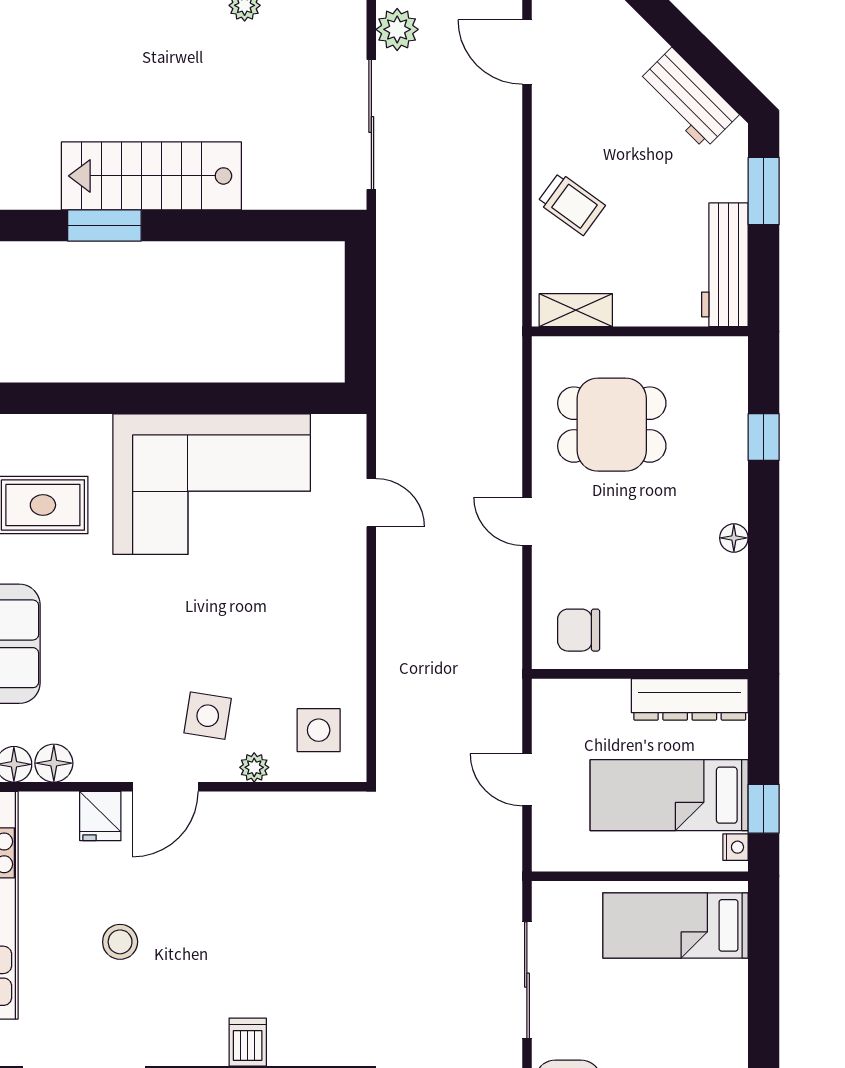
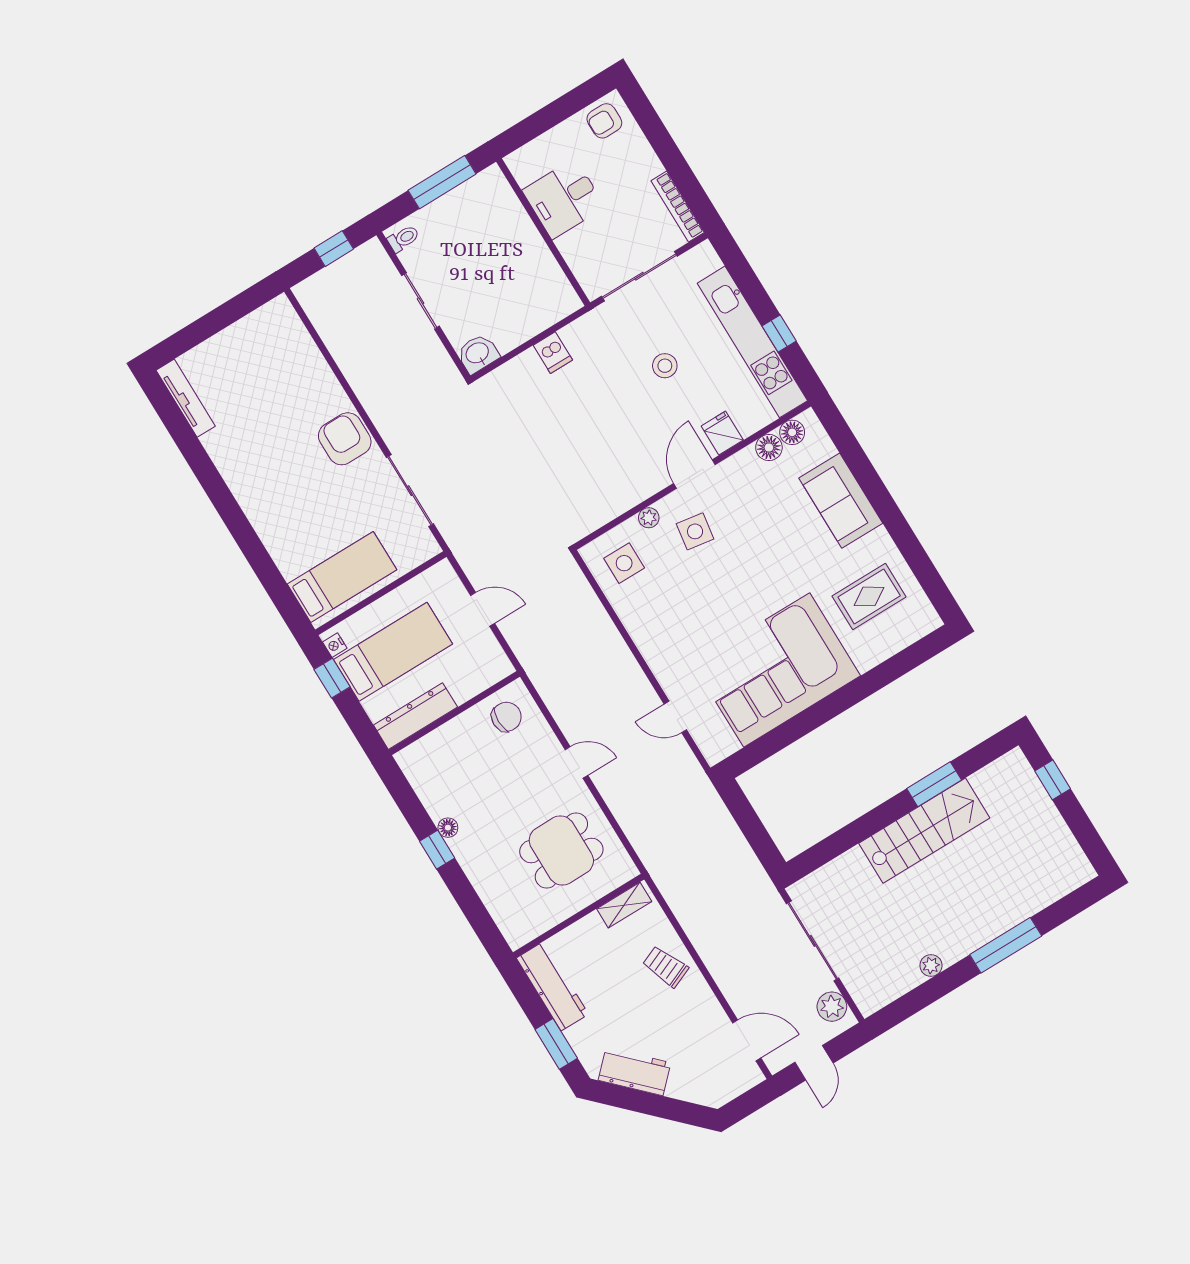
trolley: (571, 204) -> (665, 967), turned 31
window: (764, 437) -> (437, 850), moved

